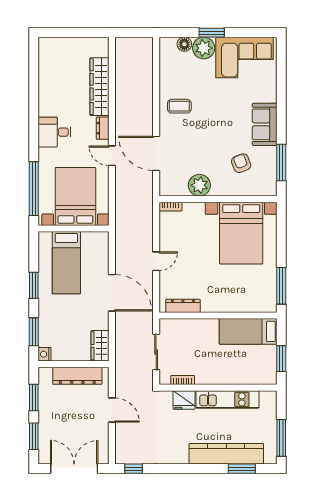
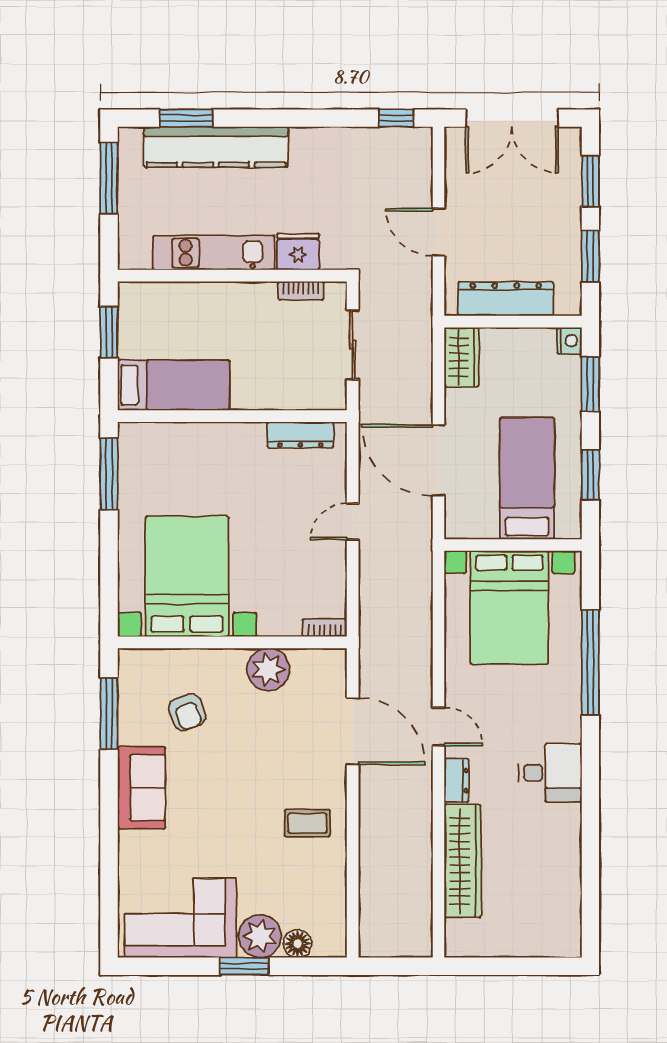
bed with nightstands: (75, 196) -> (509, 607), moved
wall: (74, 229) -> (513, 545), moved
bed: (66, 263) -> (527, 478), moved

